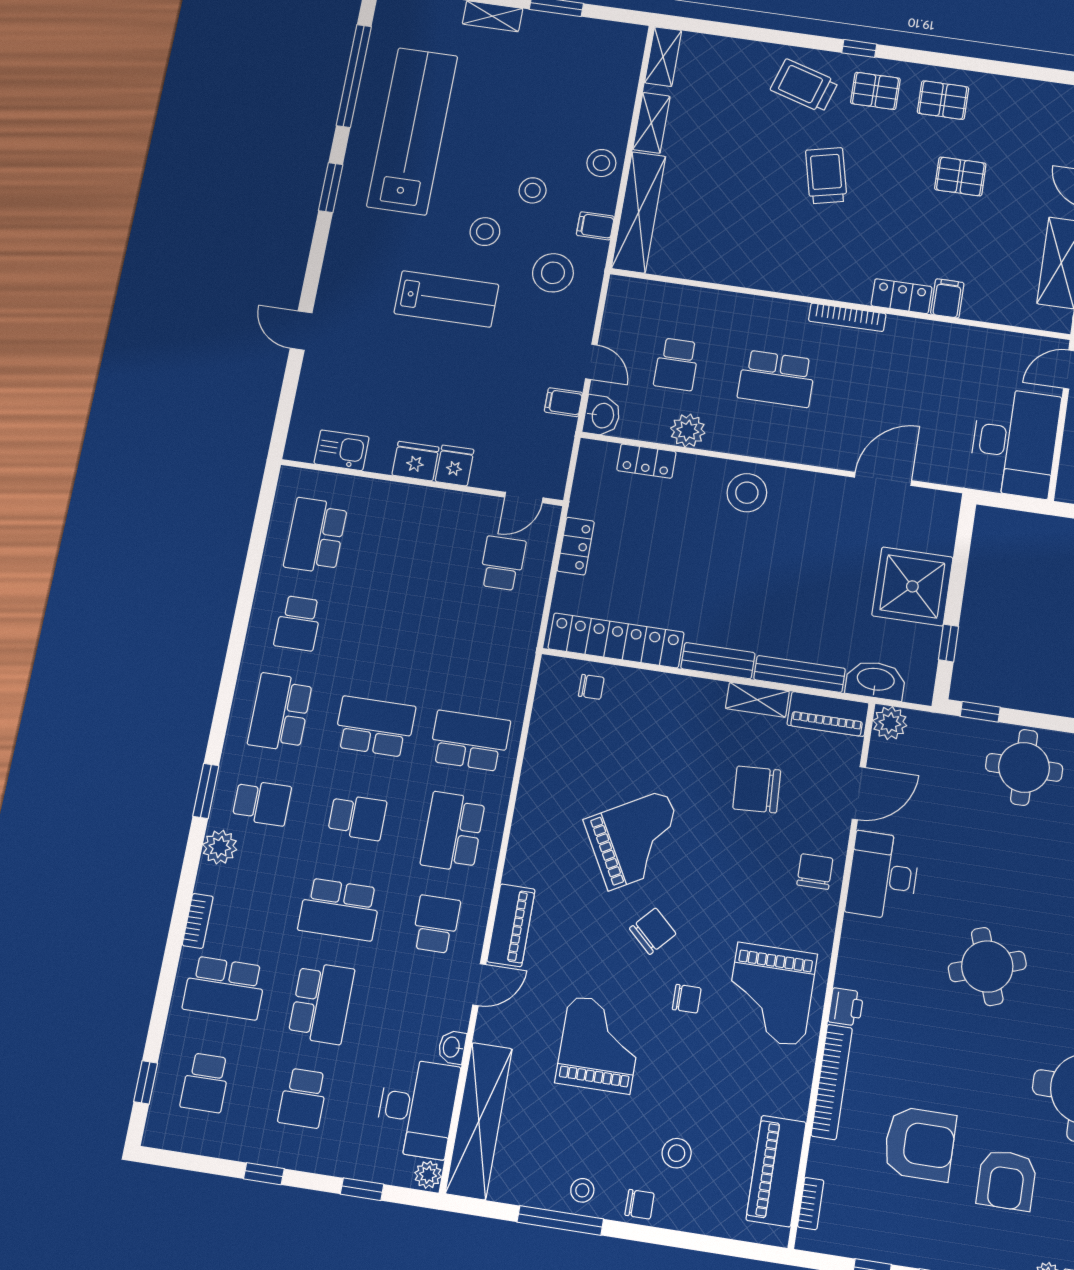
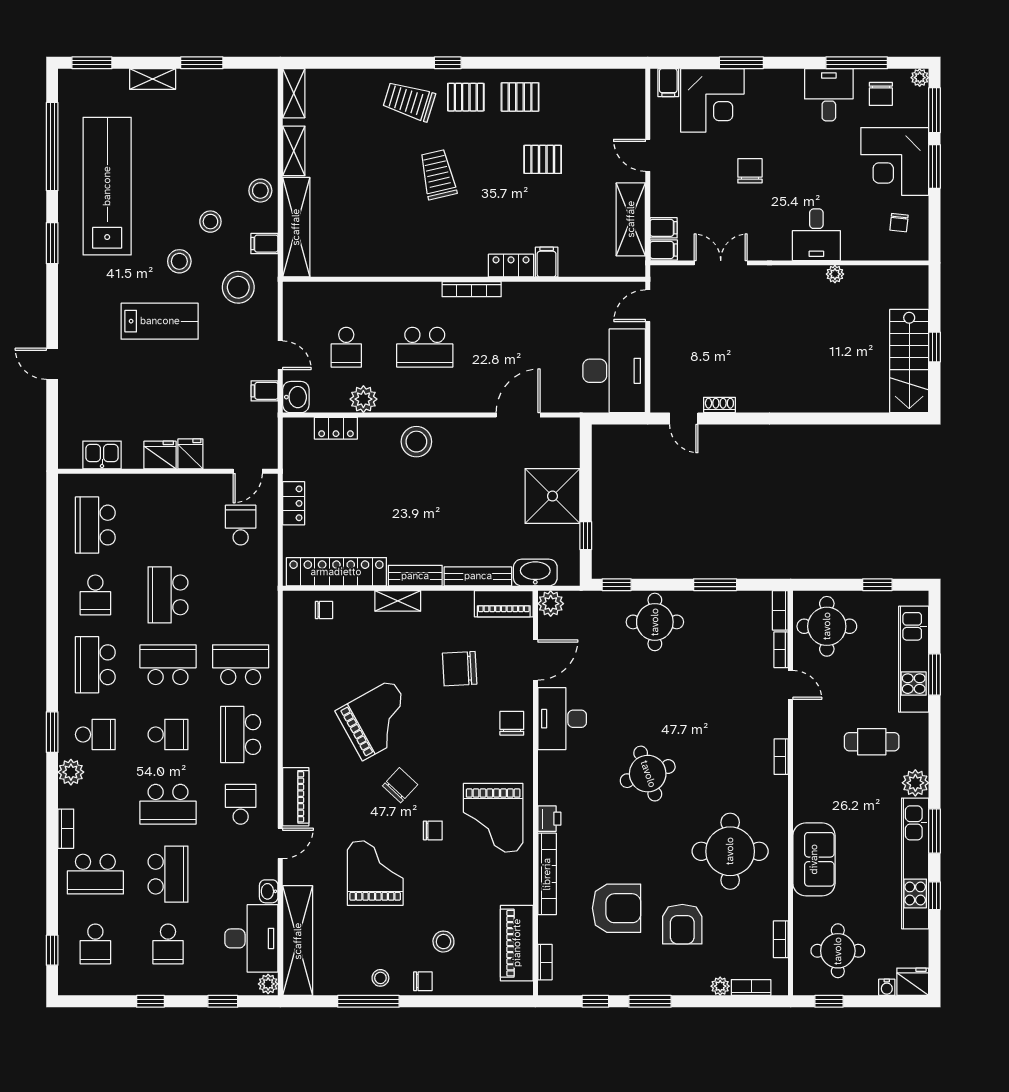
school desk: (392, 637) -> (168, 595), added
shelving: (757, 700) -> (398, 601), moved

